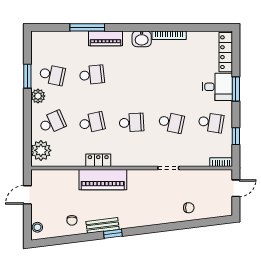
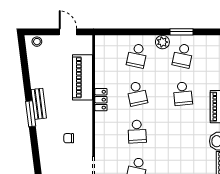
school desk: (52, 123) -> (137, 56), turned 36
plant: (41, 150) -> (110, 45), removed
piano: (103, 180) -> (82, 77), moved
chair: (72, 220) -> (69, 138), moved
window: (113, 234) -> (31, 114), width x1.50

